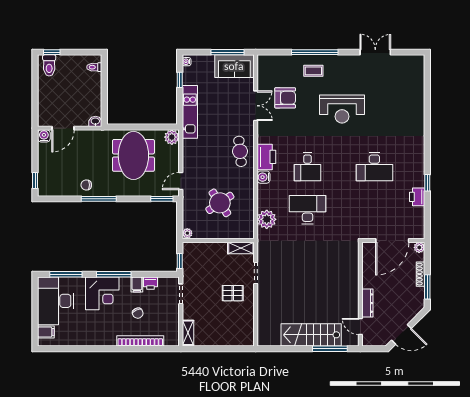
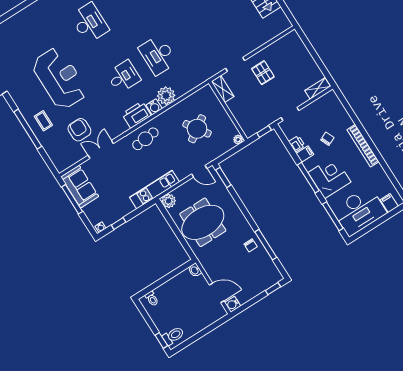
reception desk: (342, 109) -> (60, 78), width x1.36, depth x1.30
kitchen unit: (190, 112) -> (154, 190), moved
window: (99, 199) -> (266, 245), moved
plant: (267, 219) -> (166, 96), moved
bookcase: (140, 341) -> (363, 146), moved

